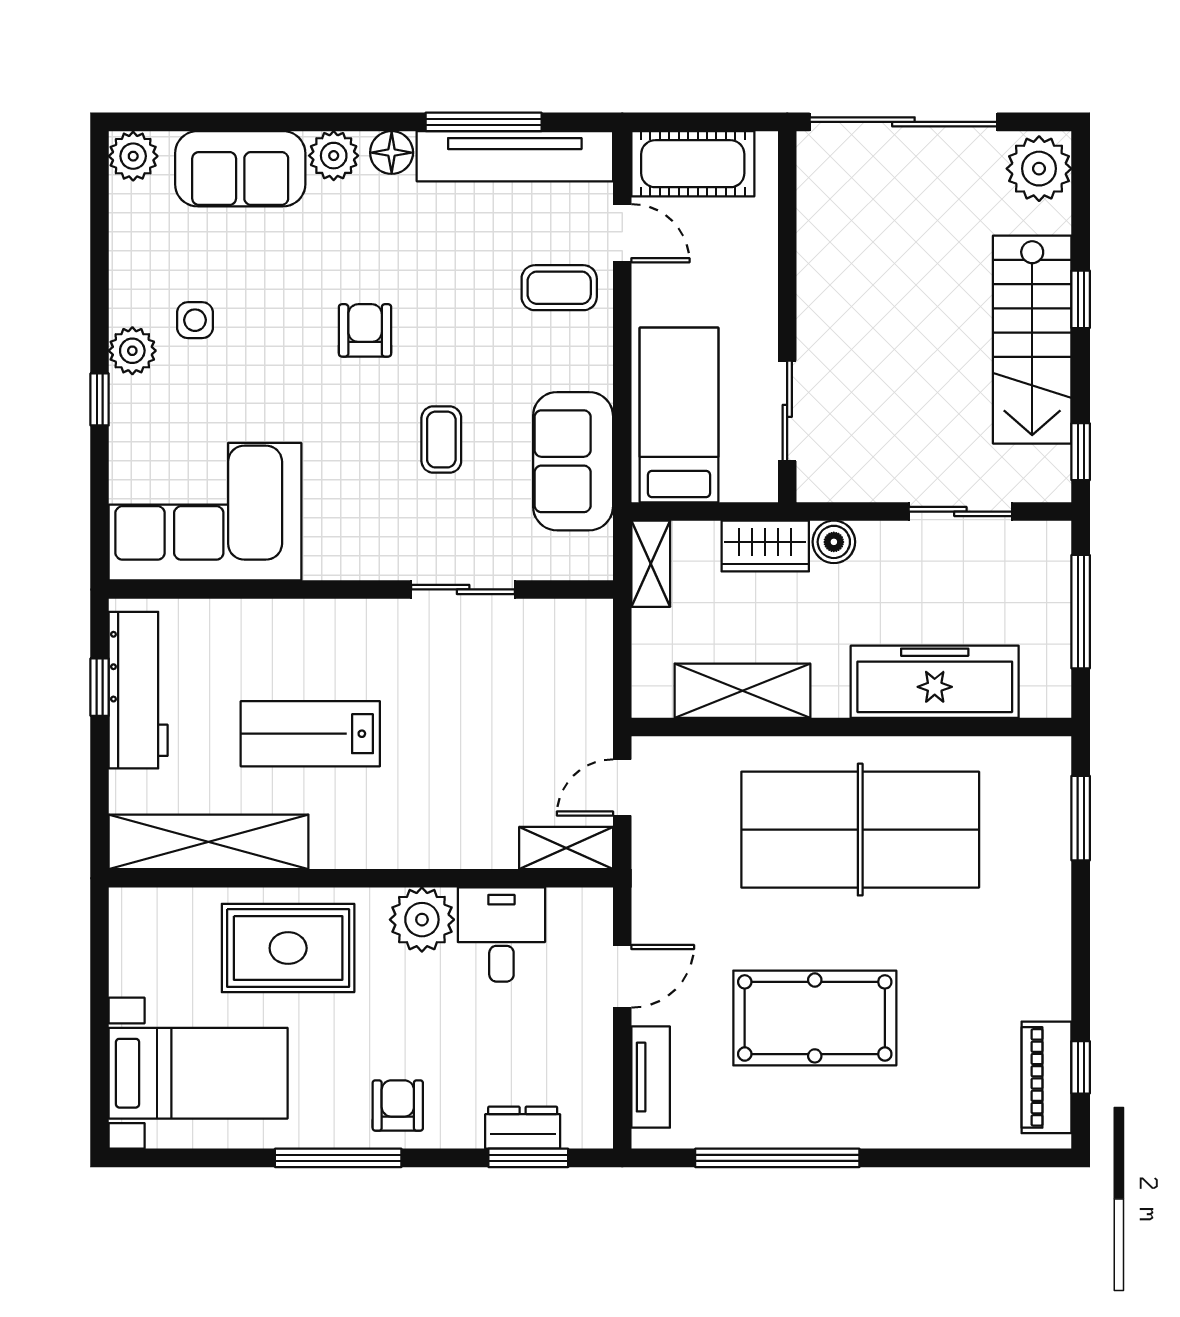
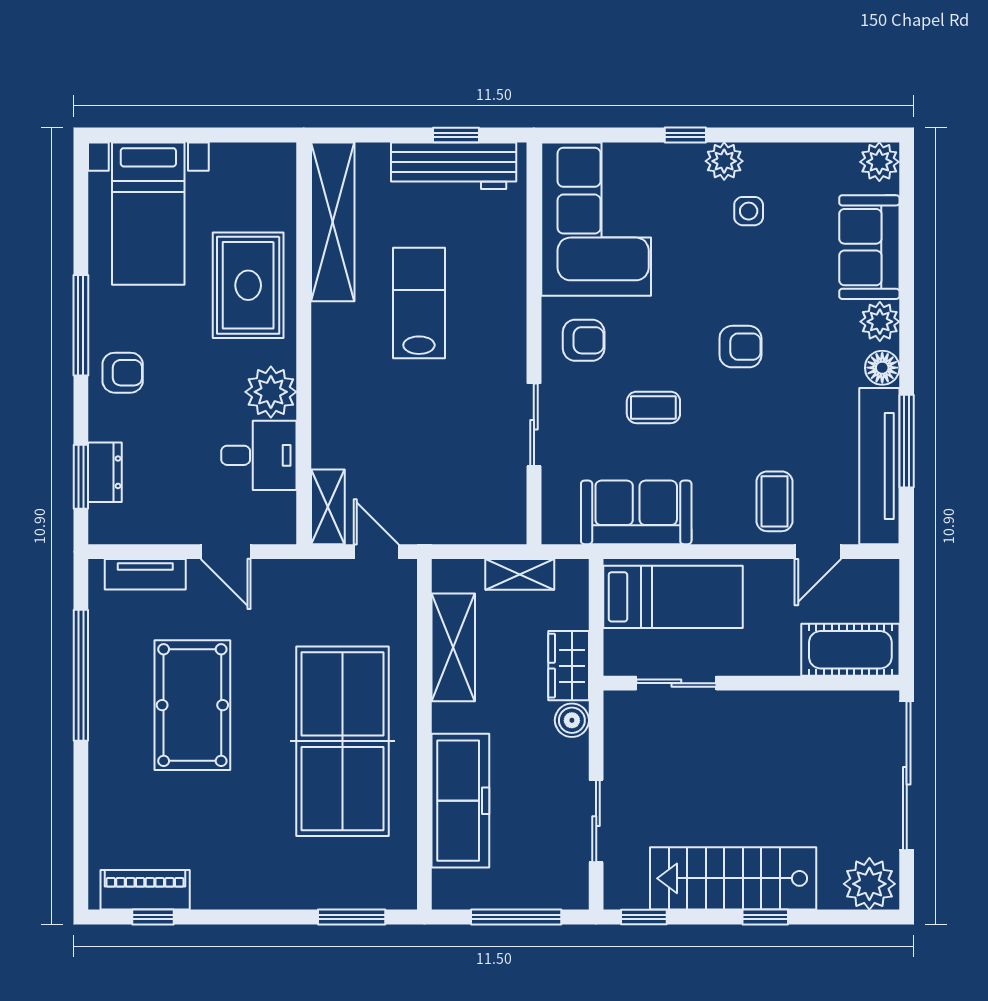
cot: (693, 164) -> (850, 650), moved, turned 90
armchair: (357, 527) -> (584, 340), added
shelving: (651, 564) -> (520, 574), moved

